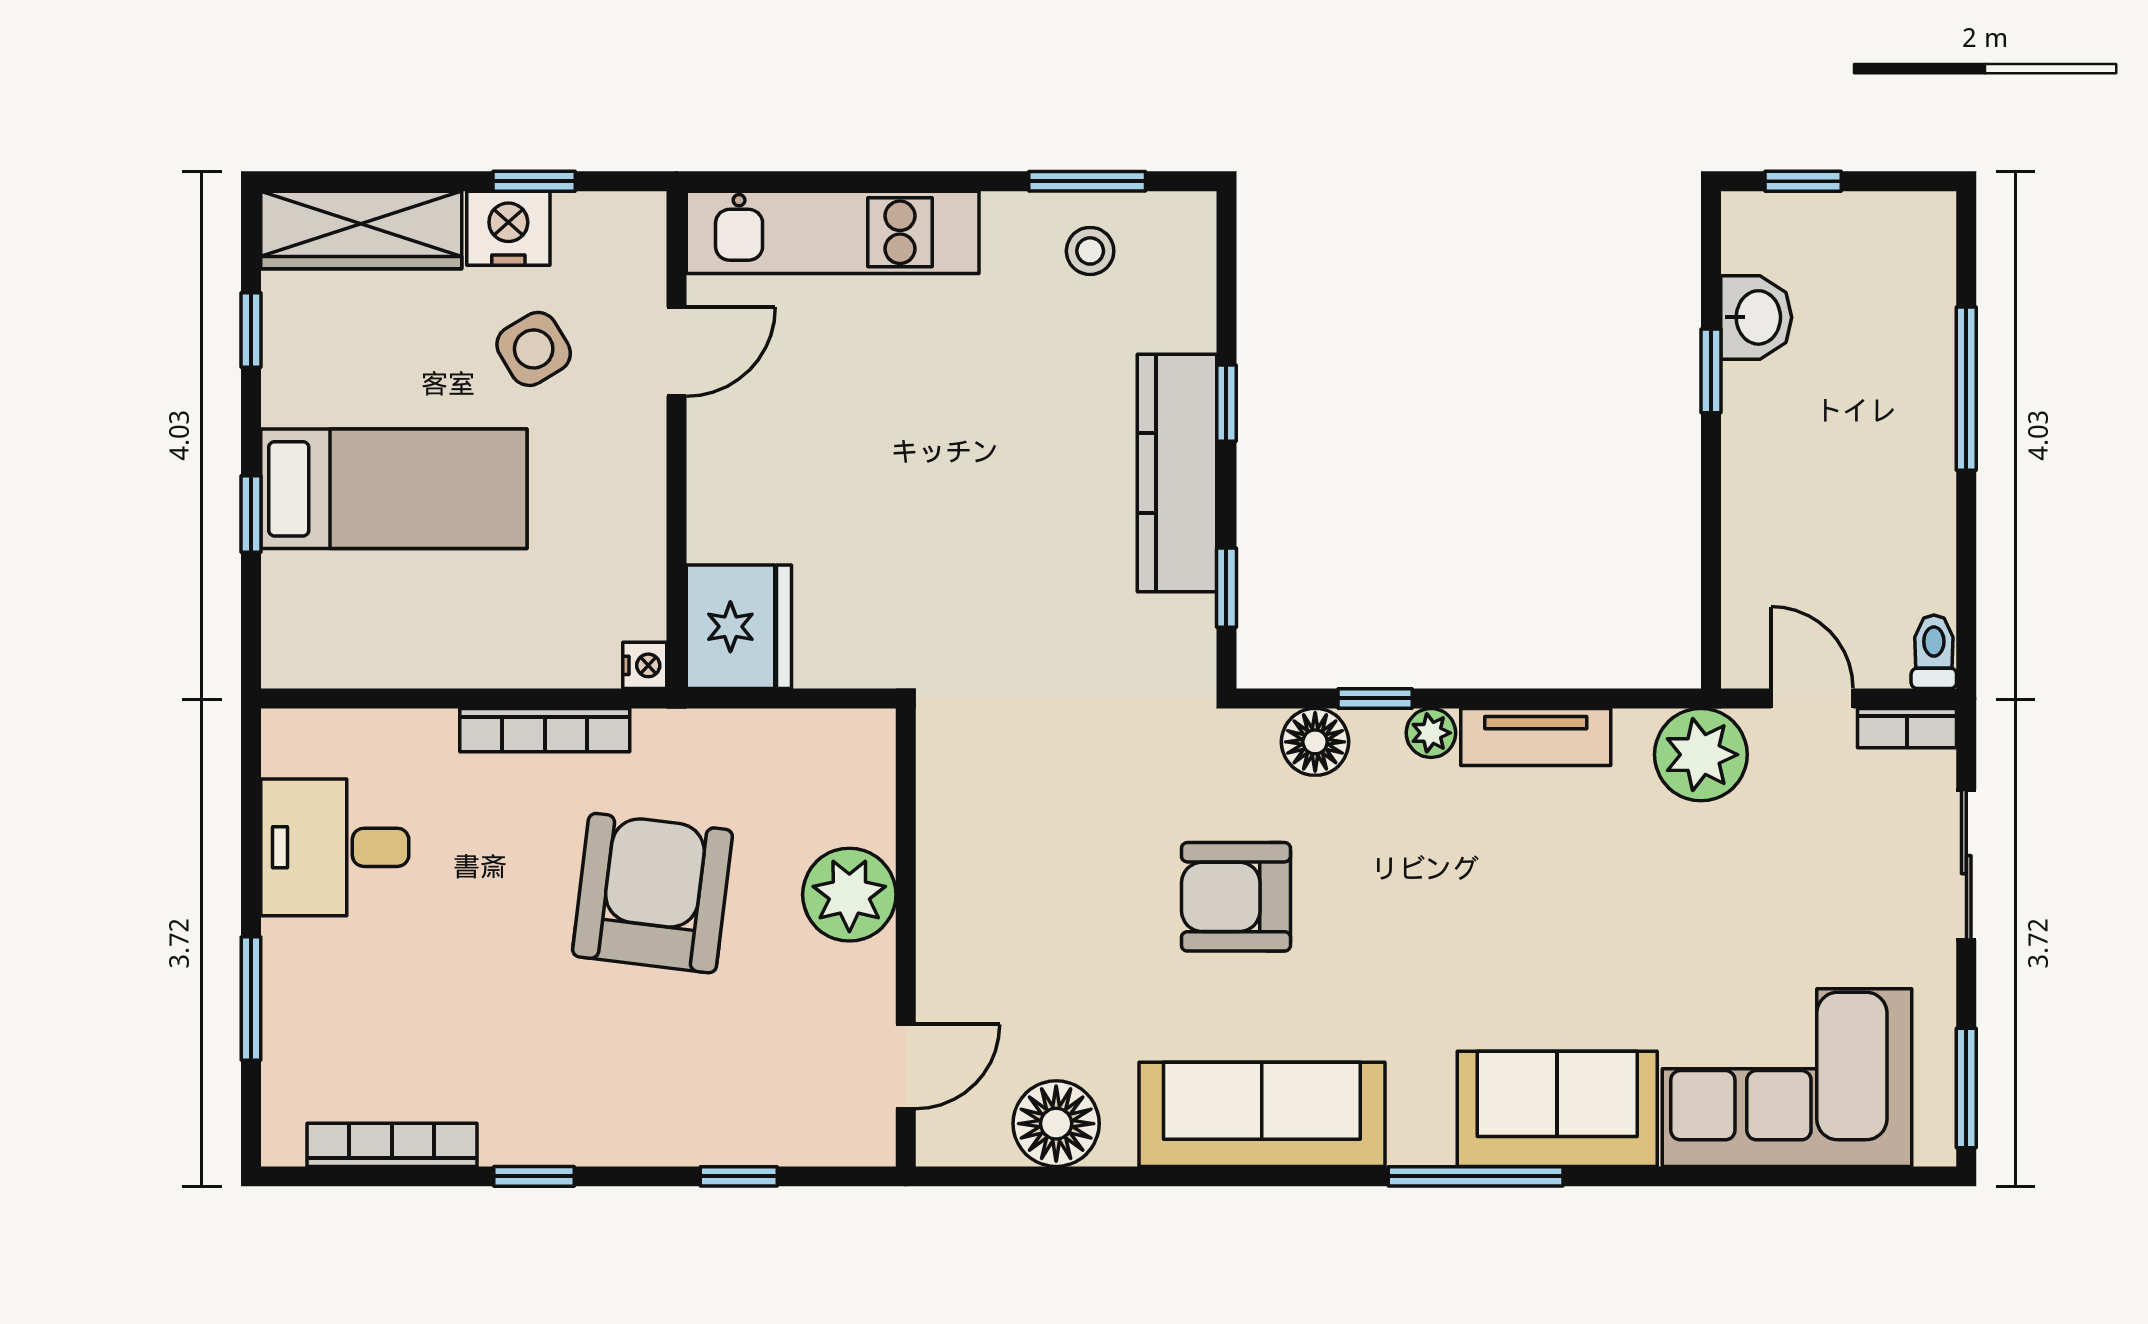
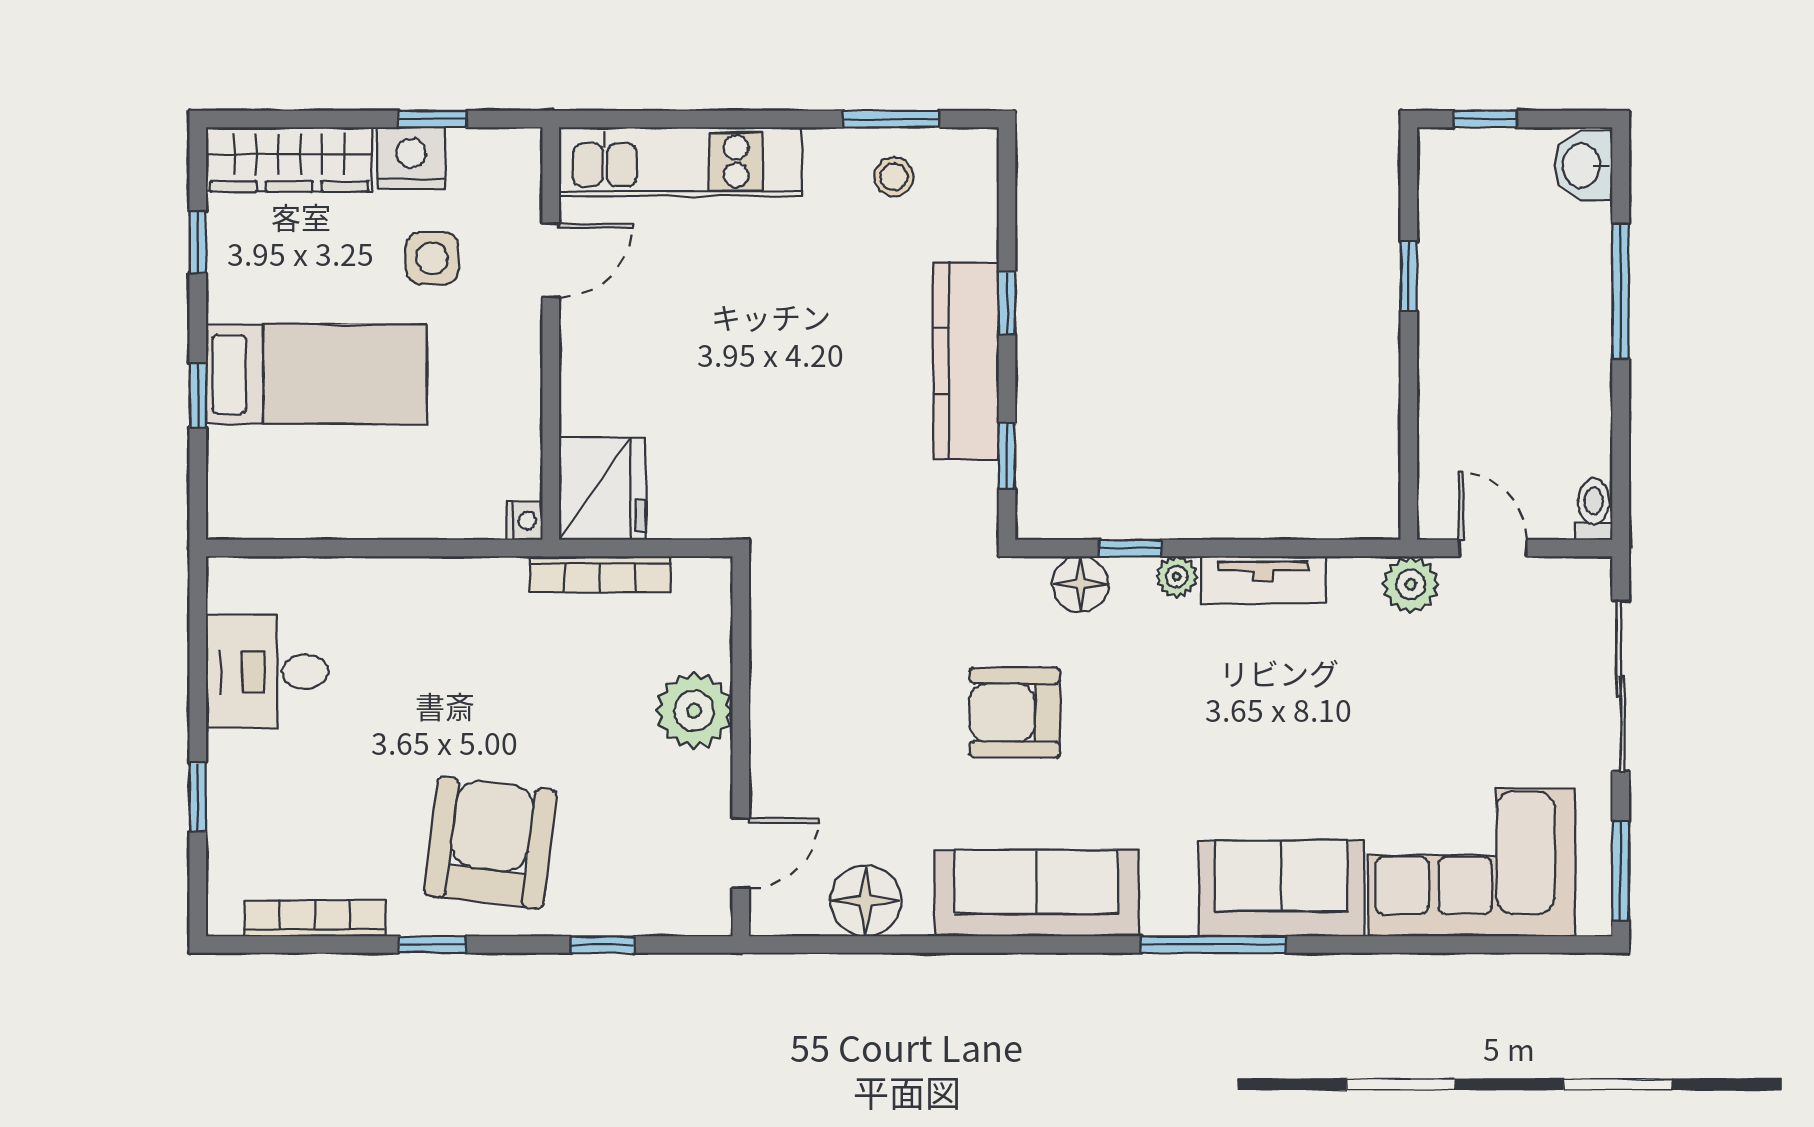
washbasin: (1756, 317) -> (1583, 166), moved, turned 180
side table: (534, 349) -> (432, 258), turned 31
bookcase: (1907, 728) -> (1571, 573), removed
bookcase: (545, 730) -> (600, 574), moved
plant: (1701, 755) -> (1411, 584), width x0.73, depth x0.73
sliding door: (1966, 865) -> (1621, 686), width x1.37
armchair: (652, 893) -> (490, 843), moved
window: (251, 999) -> (198, 797), width x0.67

